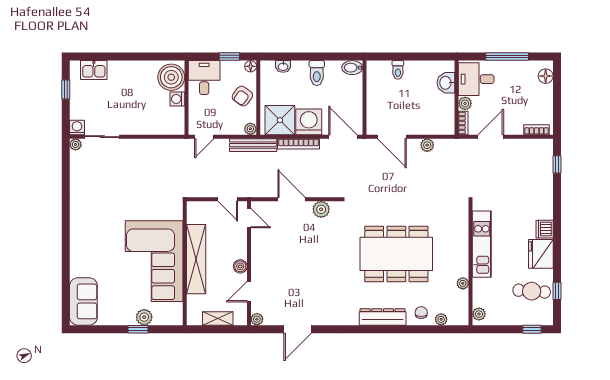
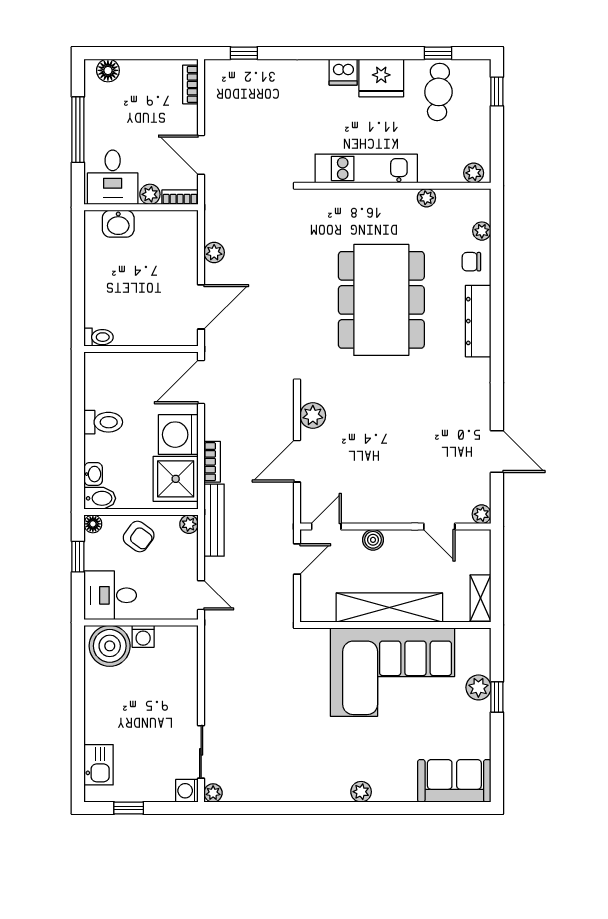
bidet: (352, 68) -> (100, 498), moved, turned -90
toilet: (398, 70) -> (99, 337), moved
bookcase: (299, 144) -> (212, 462), width x0.64
plant: (76, 241) -> (361, 792), added
boiler: (240, 266) -> (373, 540), moved
shelving: (218, 318) -> (481, 598), moved

